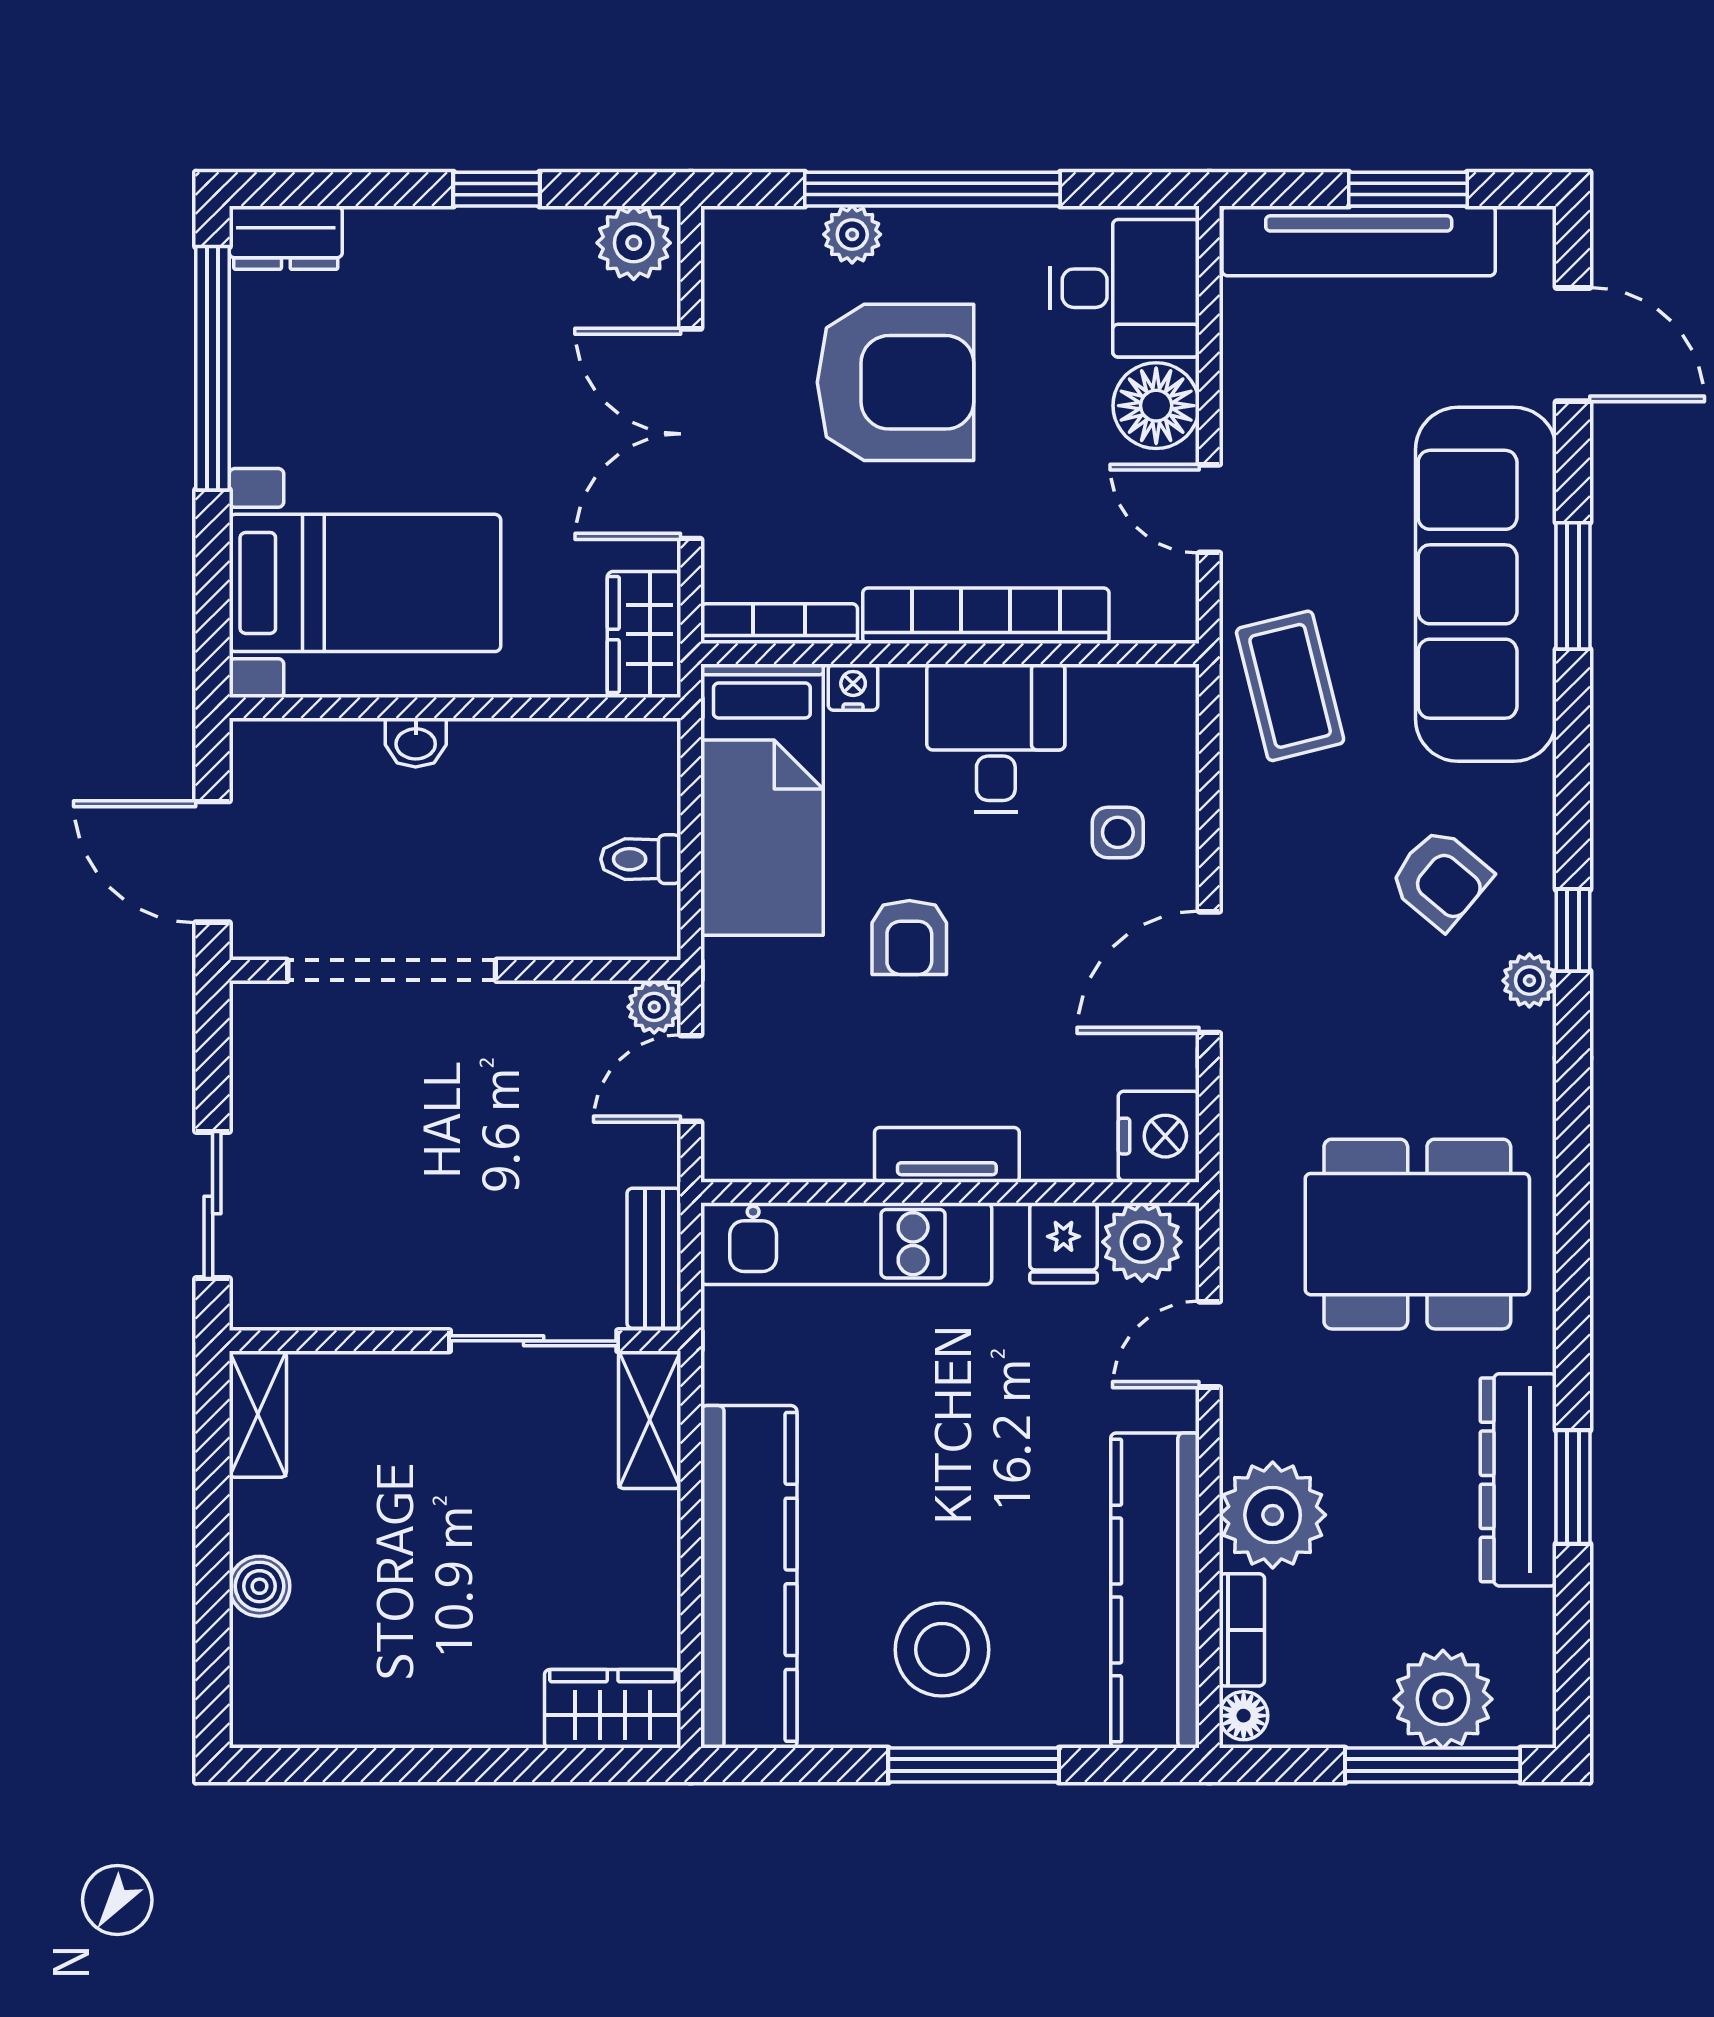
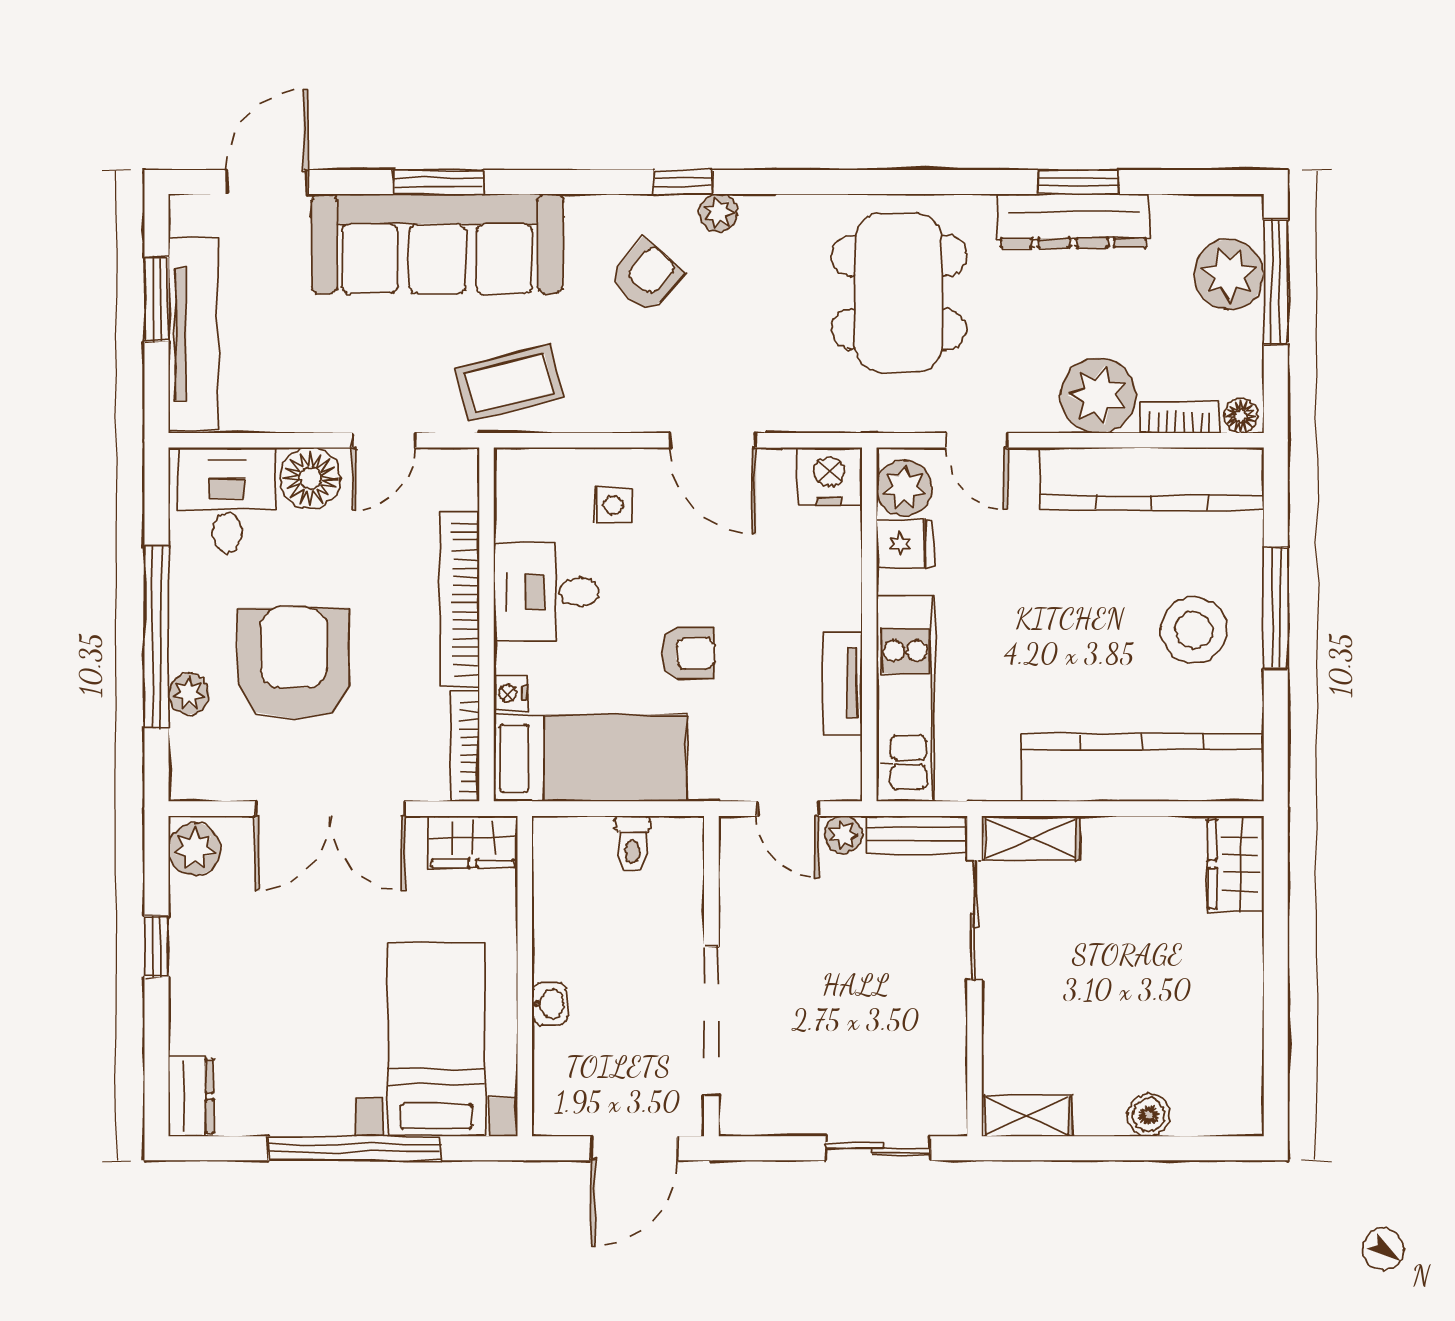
window: (213, 368) -> (354, 1148), moved
plant: (654, 1007) -> (843, 835), moved
tv unit: (947, 1155) -> (842, 683), moved

